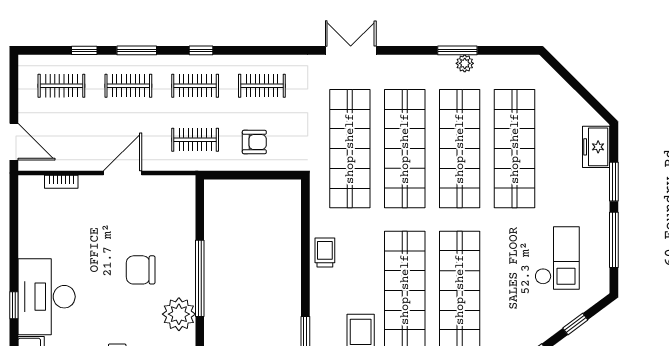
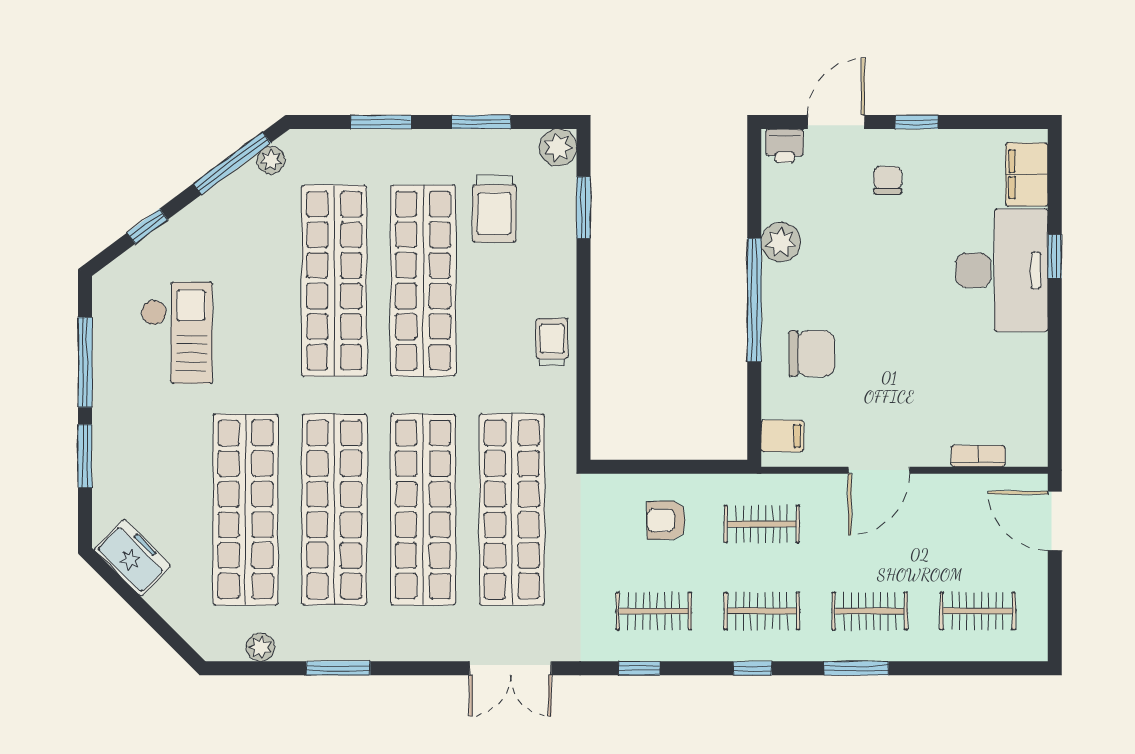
window: (84, 50) -> (639, 668), moved
plant: (465, 63) -> (260, 647), moved
freezer: (596, 147) -> (132, 558), moved, turned -45
filing cabinet: (182, 194) -> (782, 436), added
trolley: (325, 252) -> (552, 342), turned 180
checkout: (557, 258) -> (177, 333), turned 180
chair: (141, 270) -> (812, 354), moved
plant: (179, 314) -> (781, 242), width x0.73, depth x0.73

